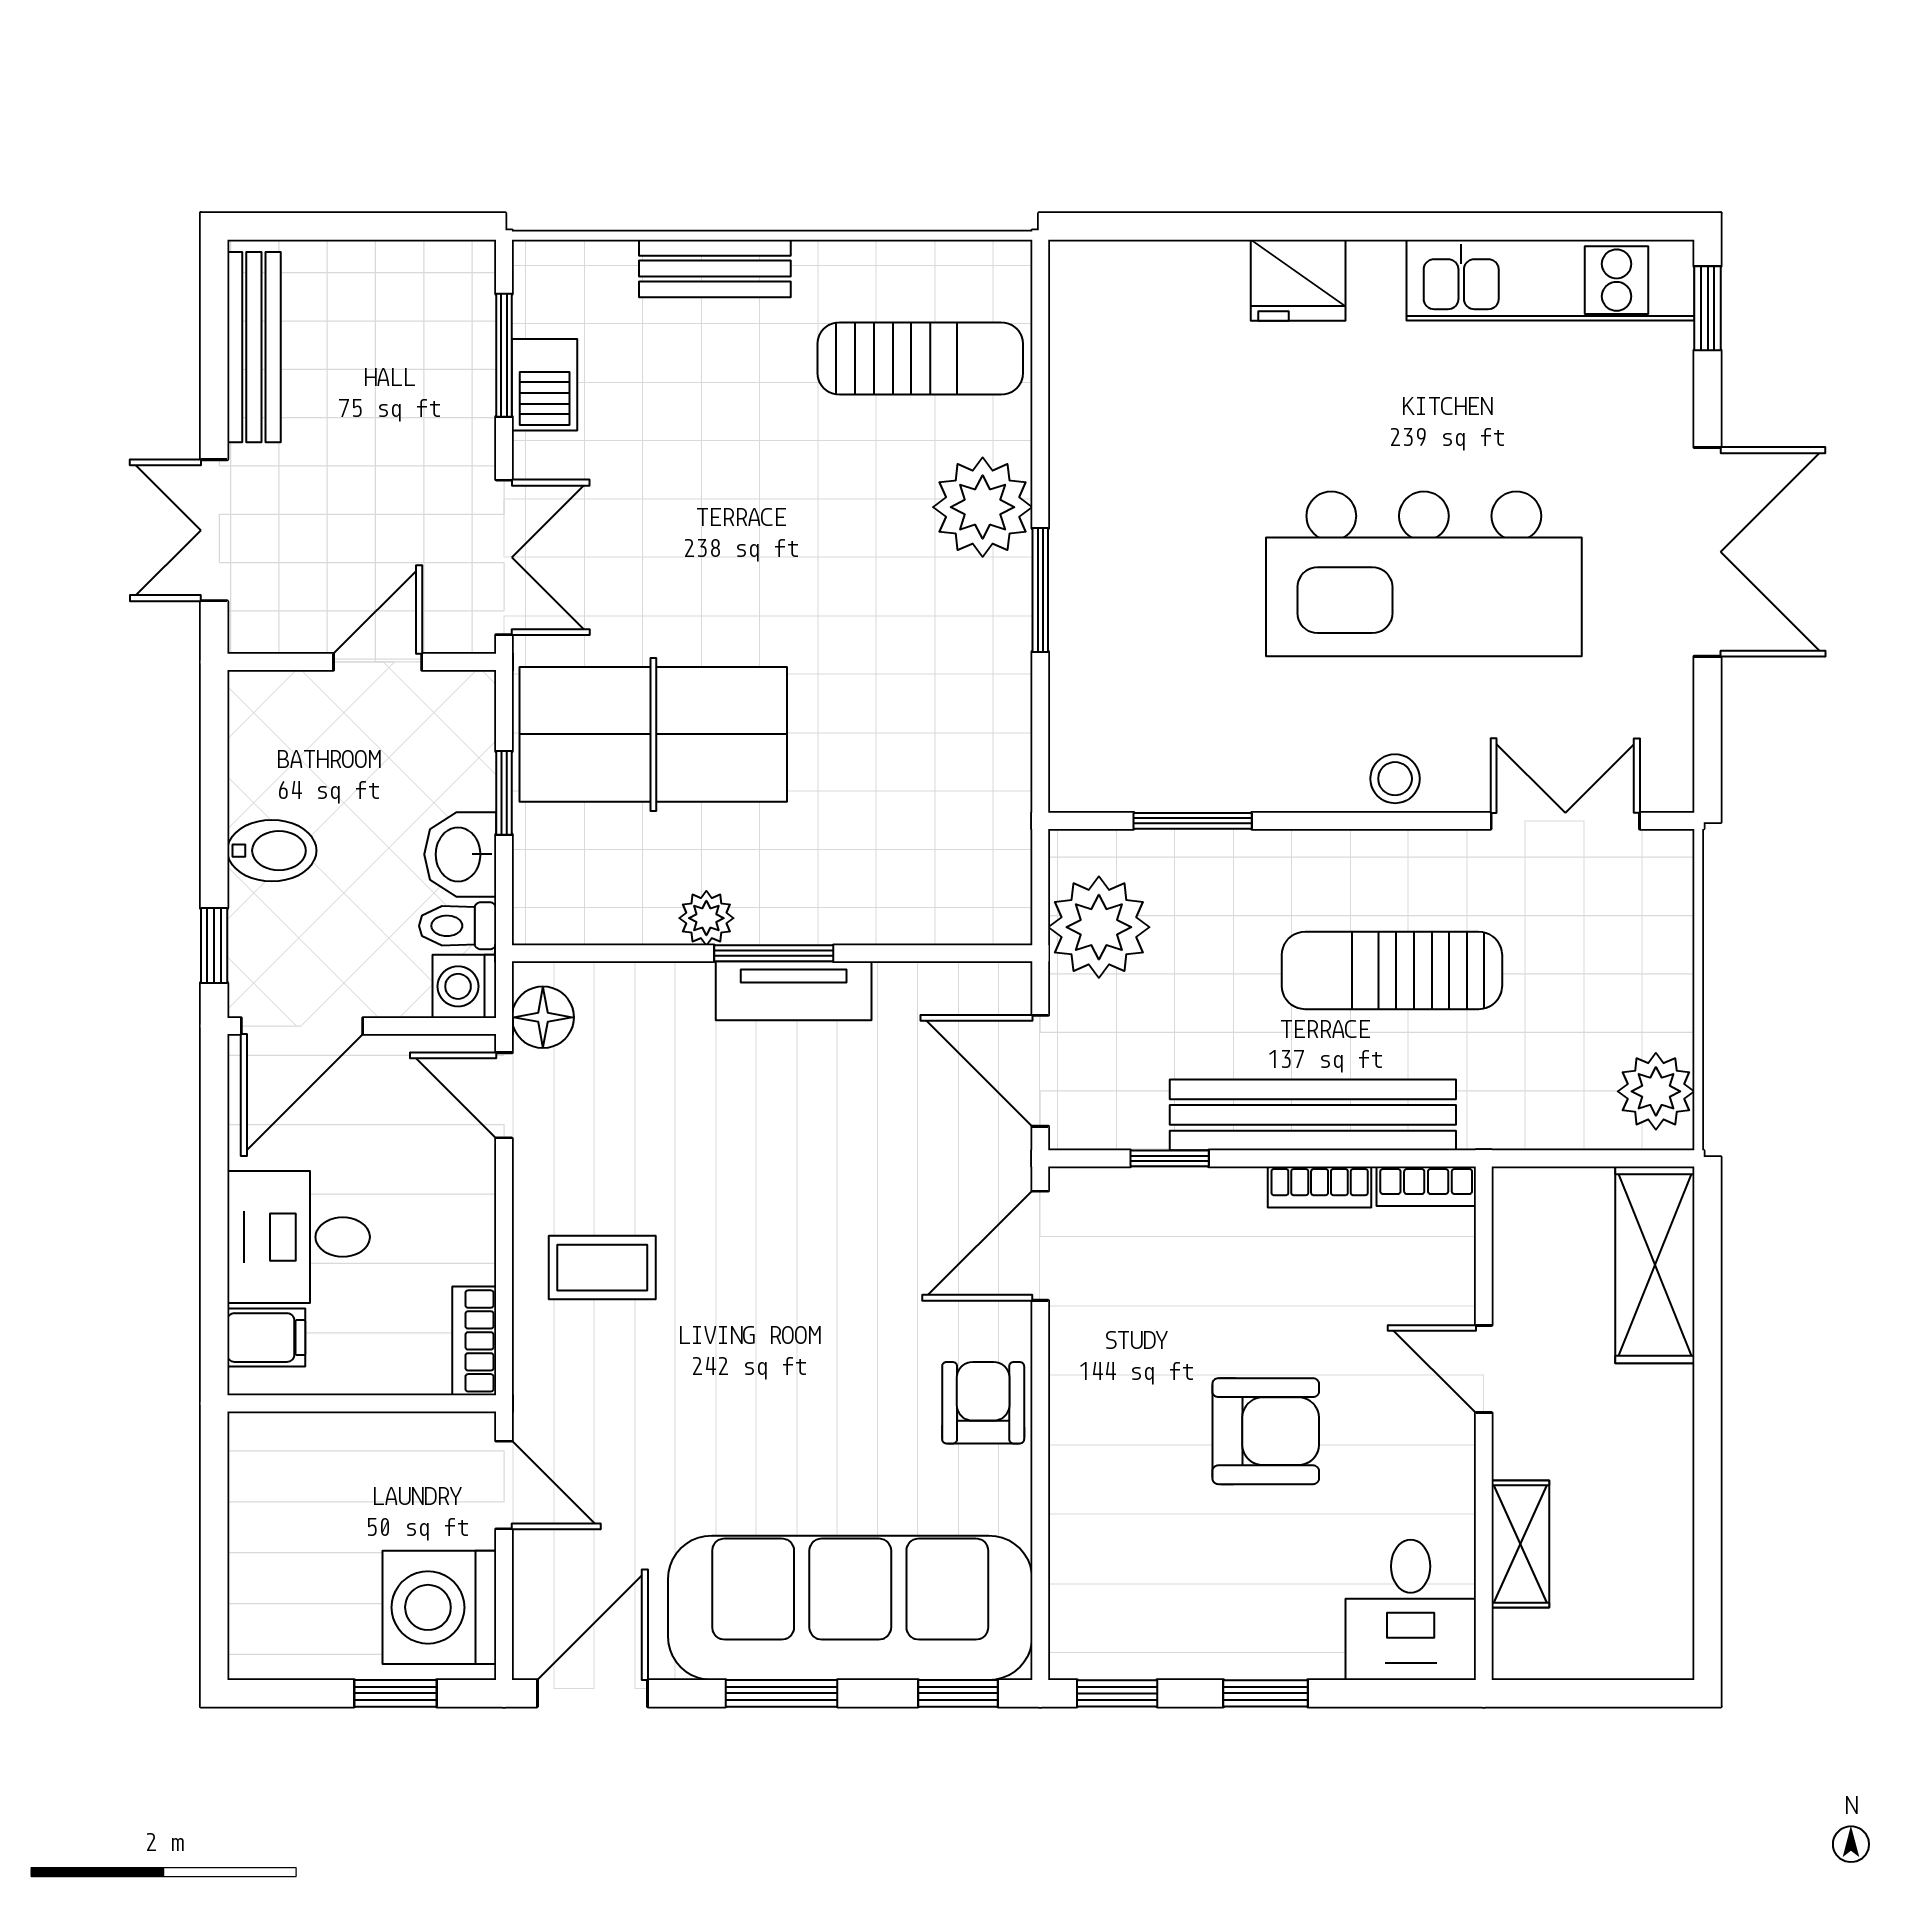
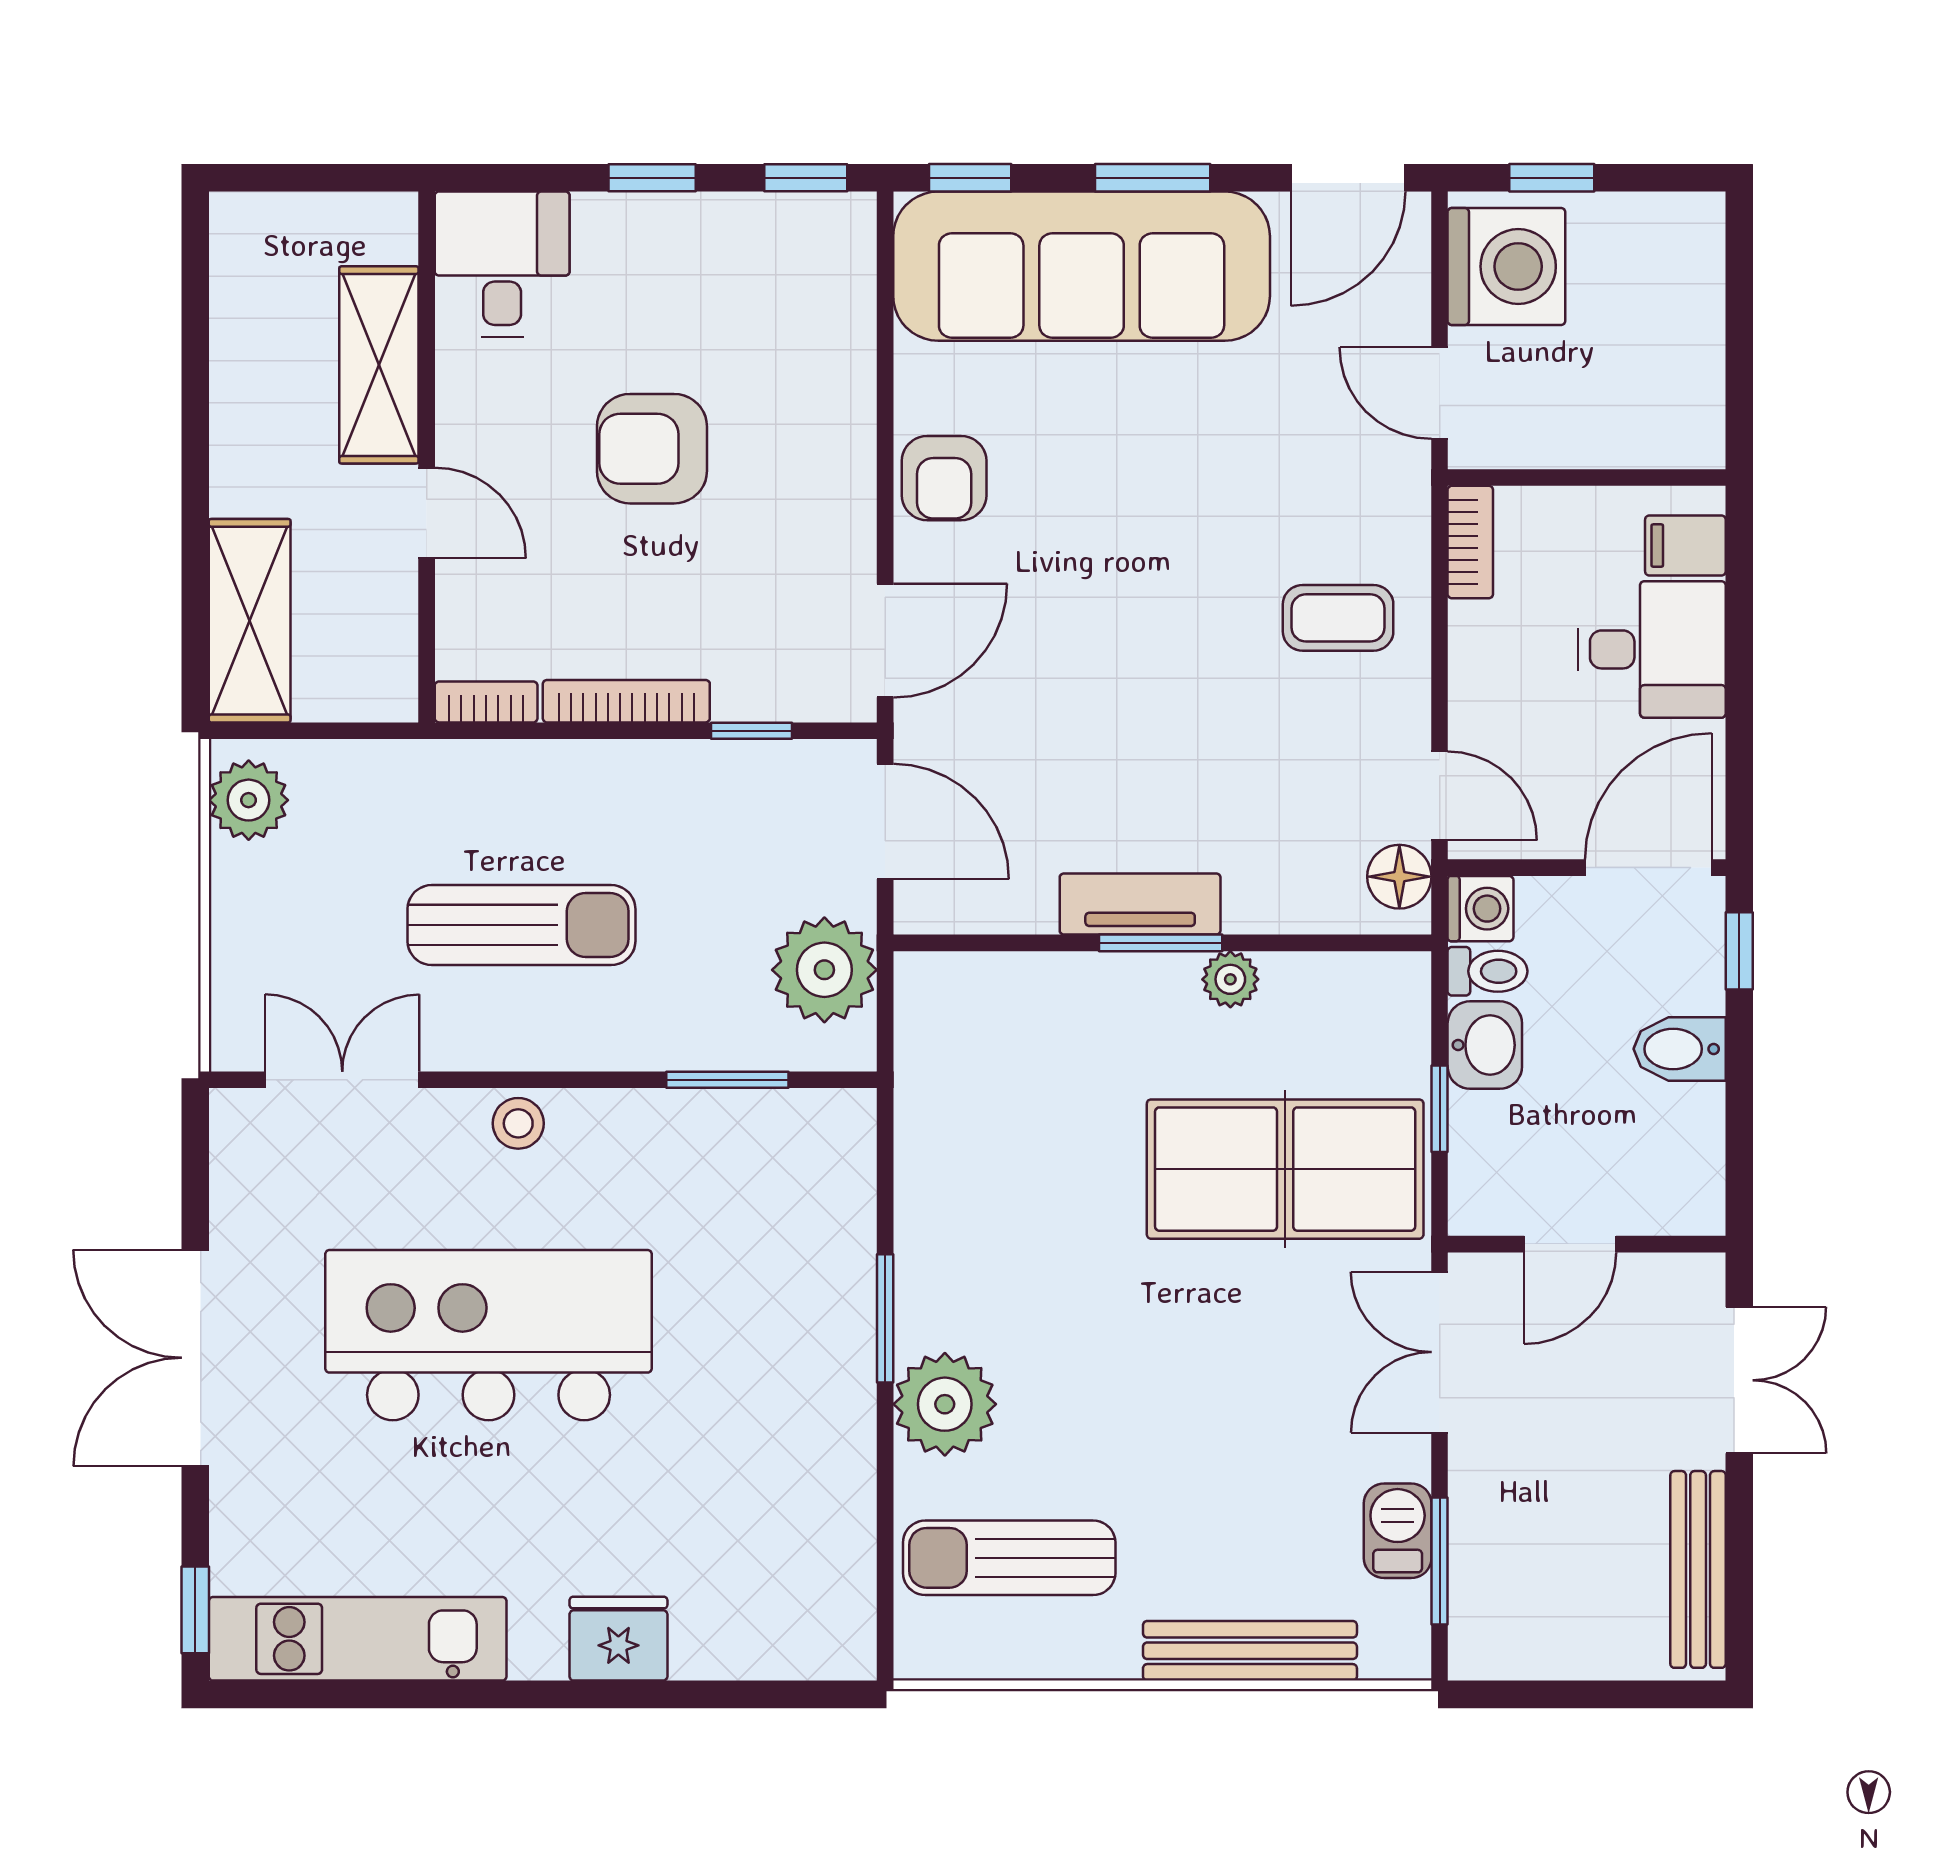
bench: (715, 269) -> (1250, 1651), width x1.36
double door: (1565, 821) -> (342, 1080), swing flipped
bench: (1313, 1115) -> (603, 776), removed
bookcase: (1320, 1187) -> (626, 701), width x1.56
shelving: (1520, 1544) -> (379, 365), width x1.50, depth x1.33

